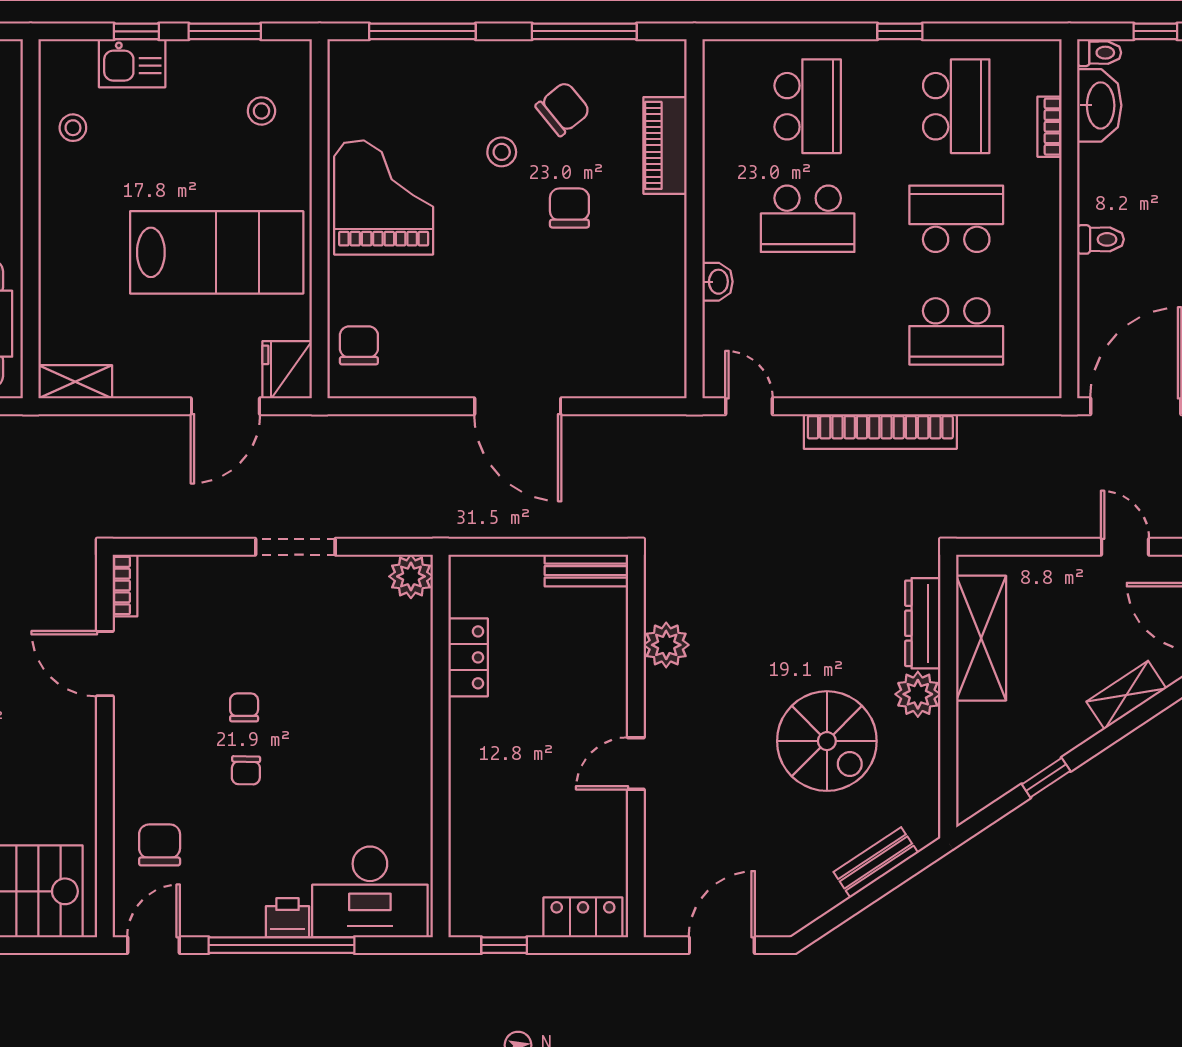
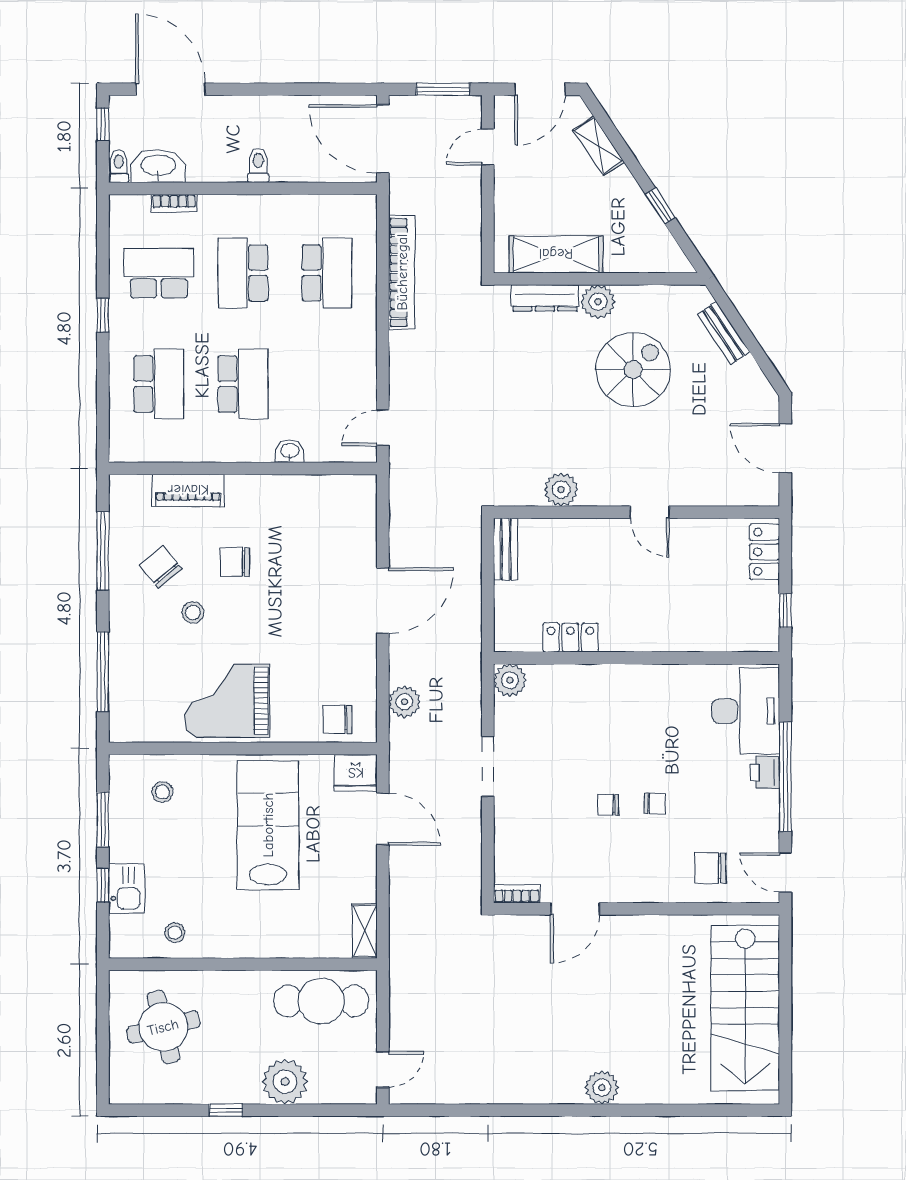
school desk: (808, 106) -> (159, 384), turned 90
bookcase: (880, 431) -> (402, 272), moved
plant: (382, 435) -> (404, 702), added

